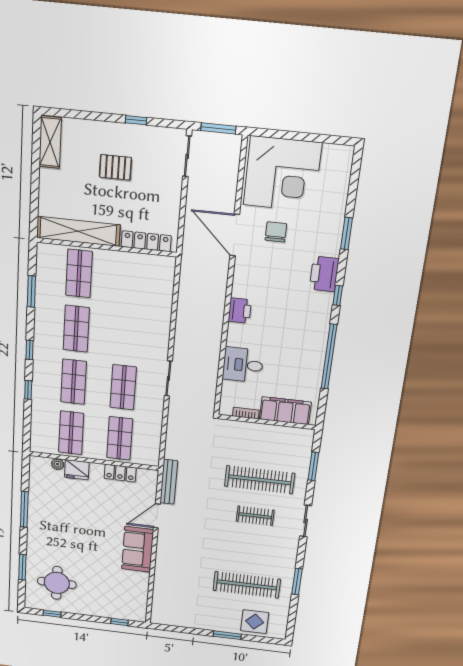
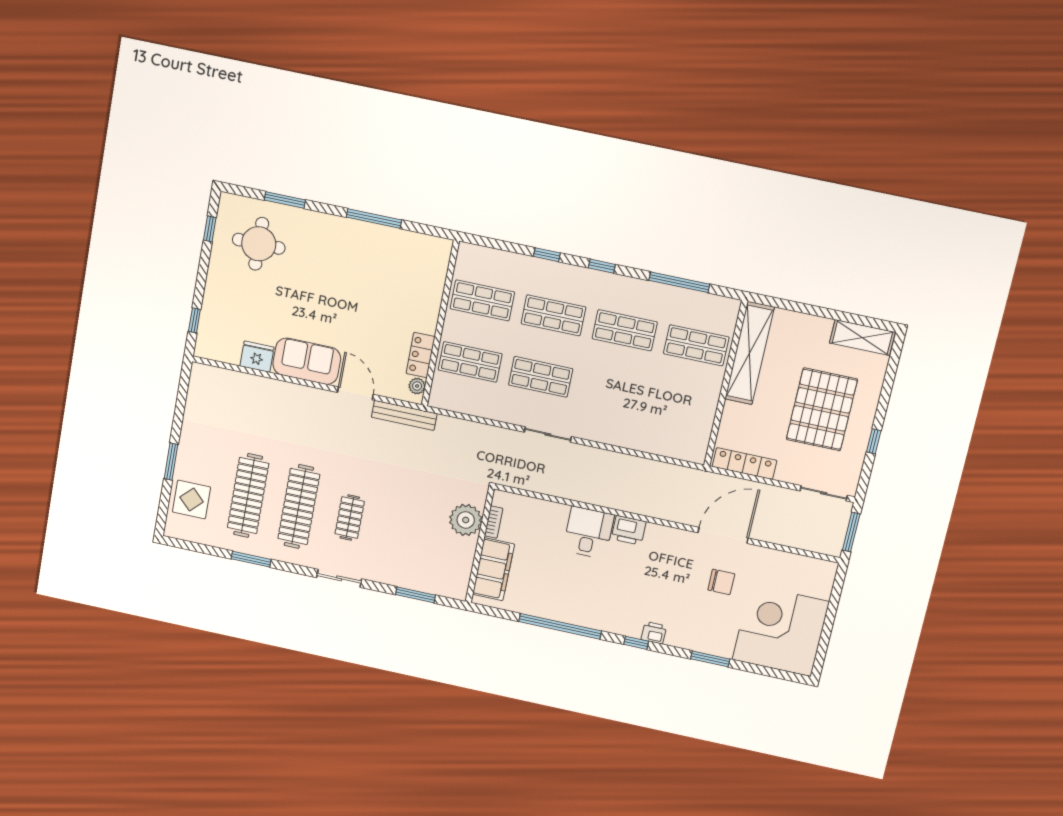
pallet: (115, 167) -> (822, 409), width x2.05, depth x2.00
corner desk: (282, 174) -> (781, 631), moved, turned 90
locker: (146, 241) -> (744, 464), moved, turned -90
printer: (324, 274) -> (654, 633), width x0.53, depth x0.68
window: (31, 291) -> (679, 282), width x1.44
desk: (243, 365) -> (588, 532), moved
plant: (247, 434) -> (466, 520), added
plant: (58, 464) -> (417, 386), moved
fridge: (77, 470) -> (257, 357), moved, turned 90
clothes rail: (260, 480) -> (299, 507), moved

